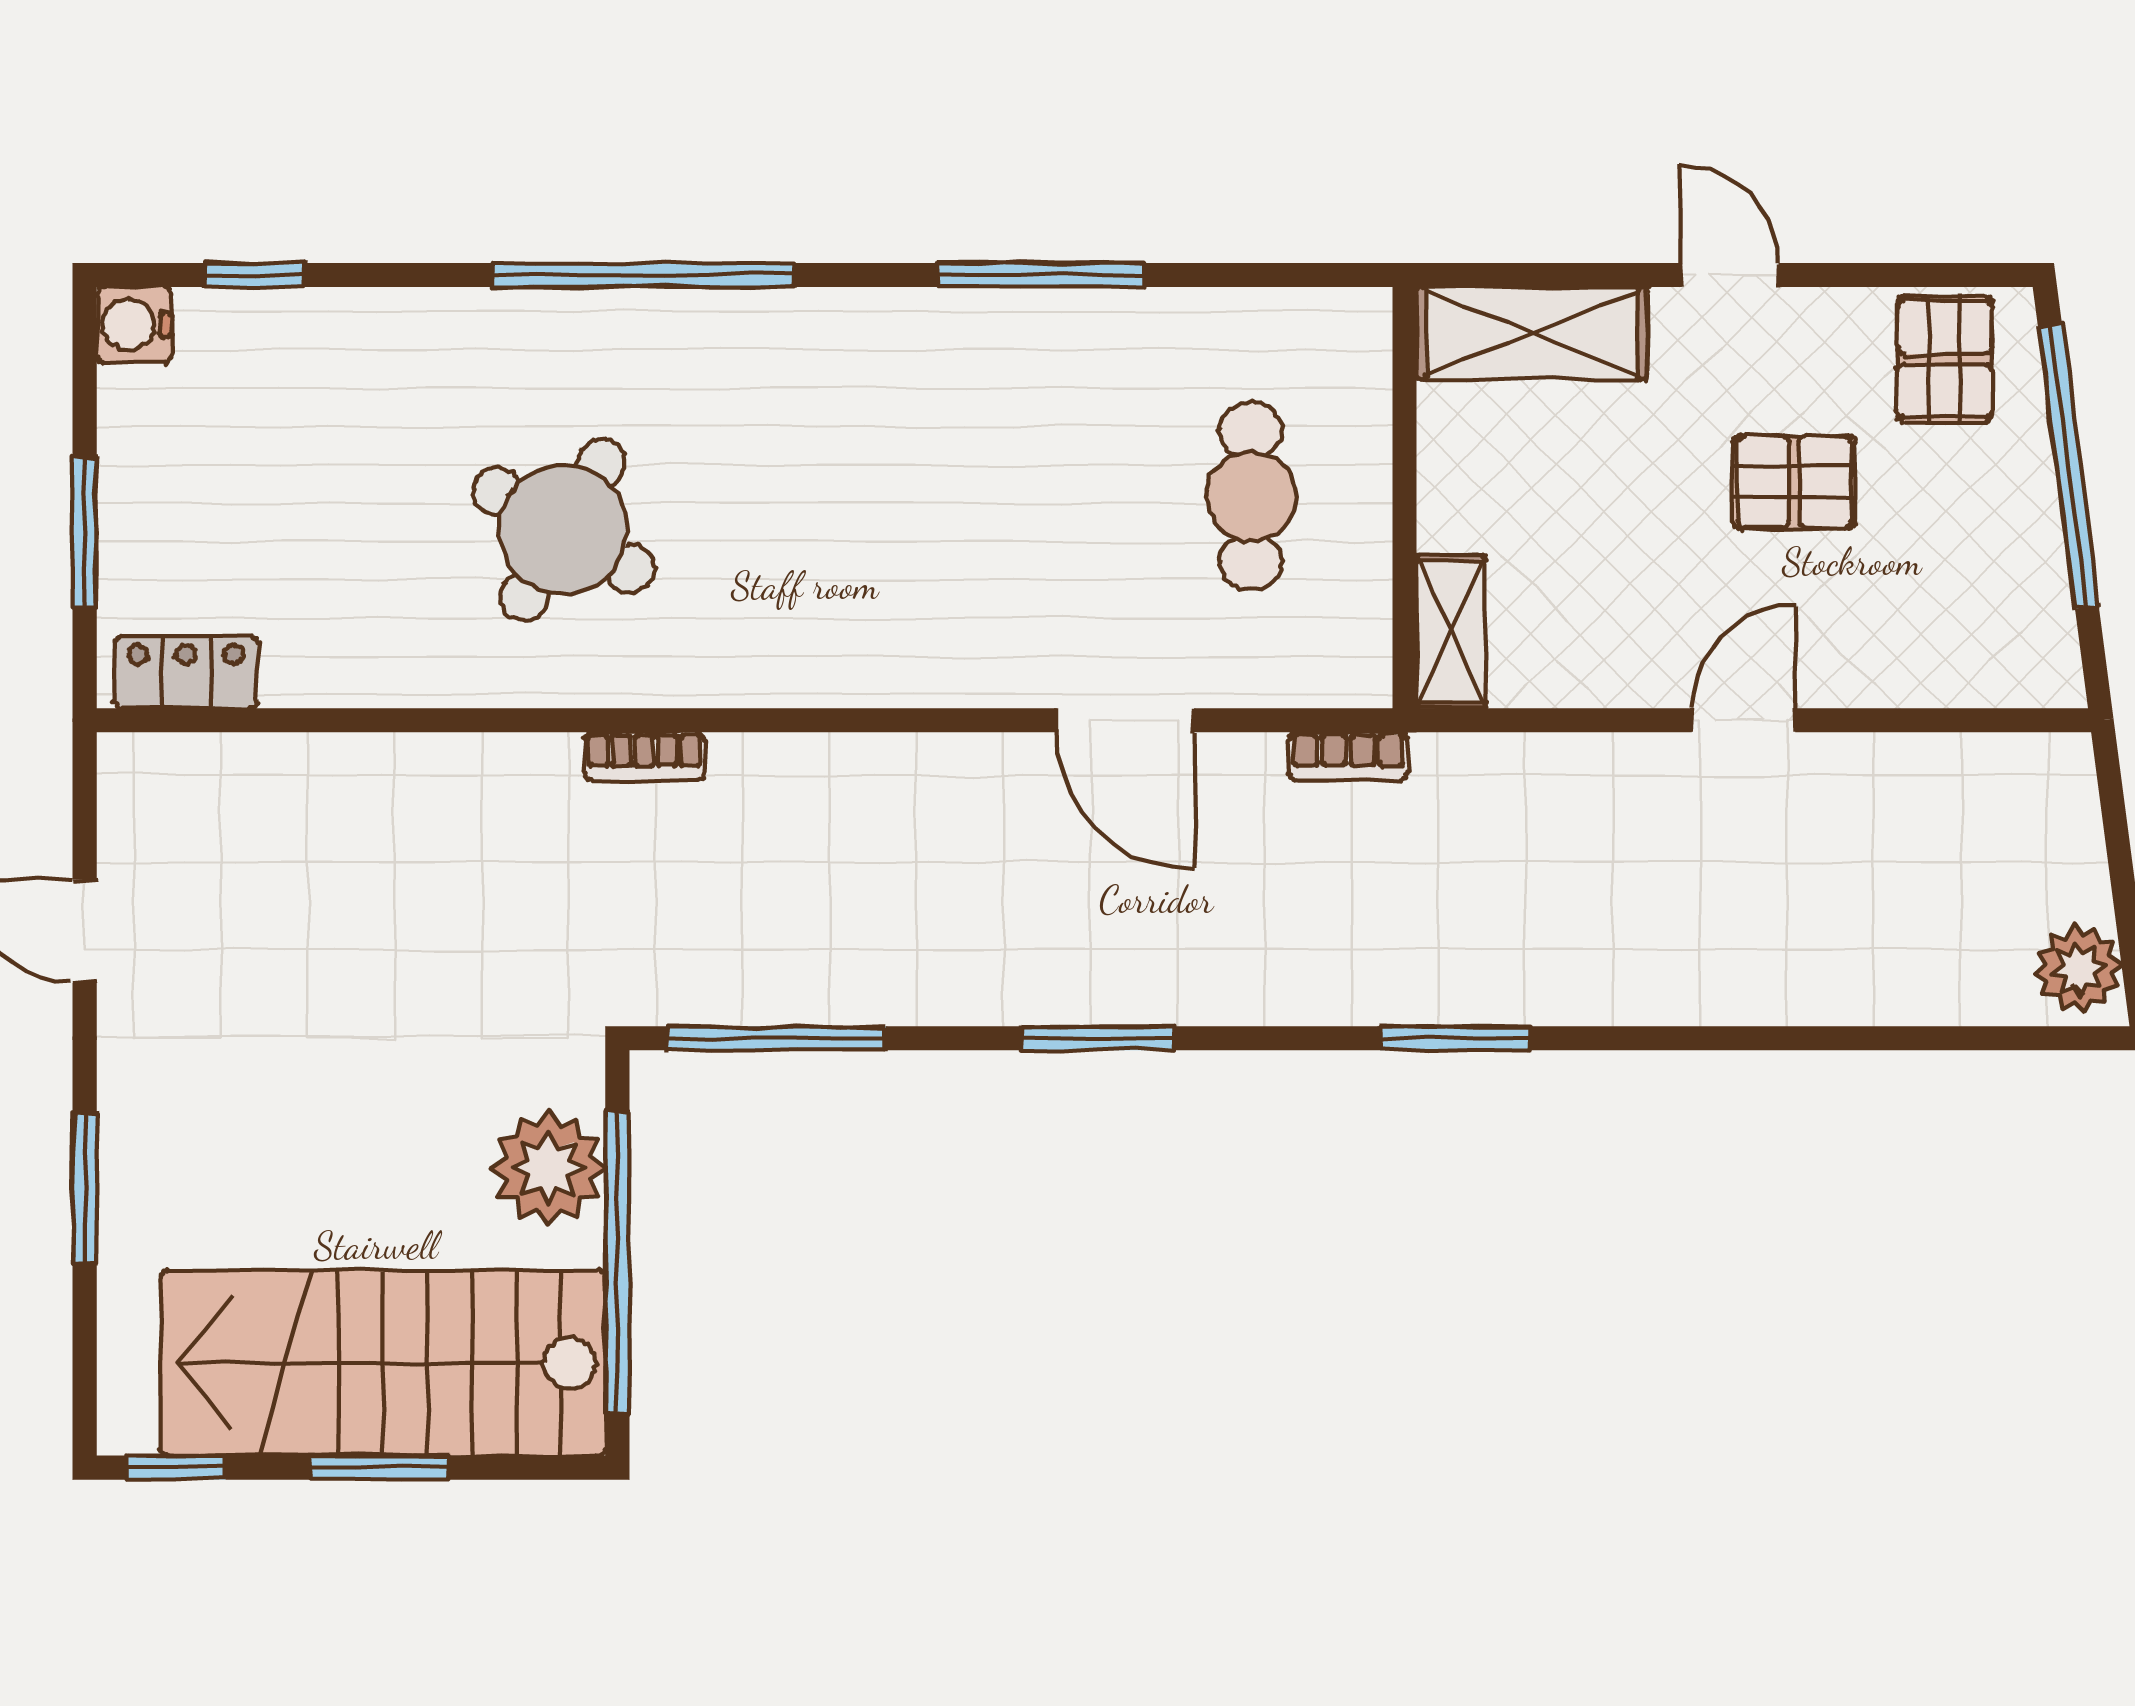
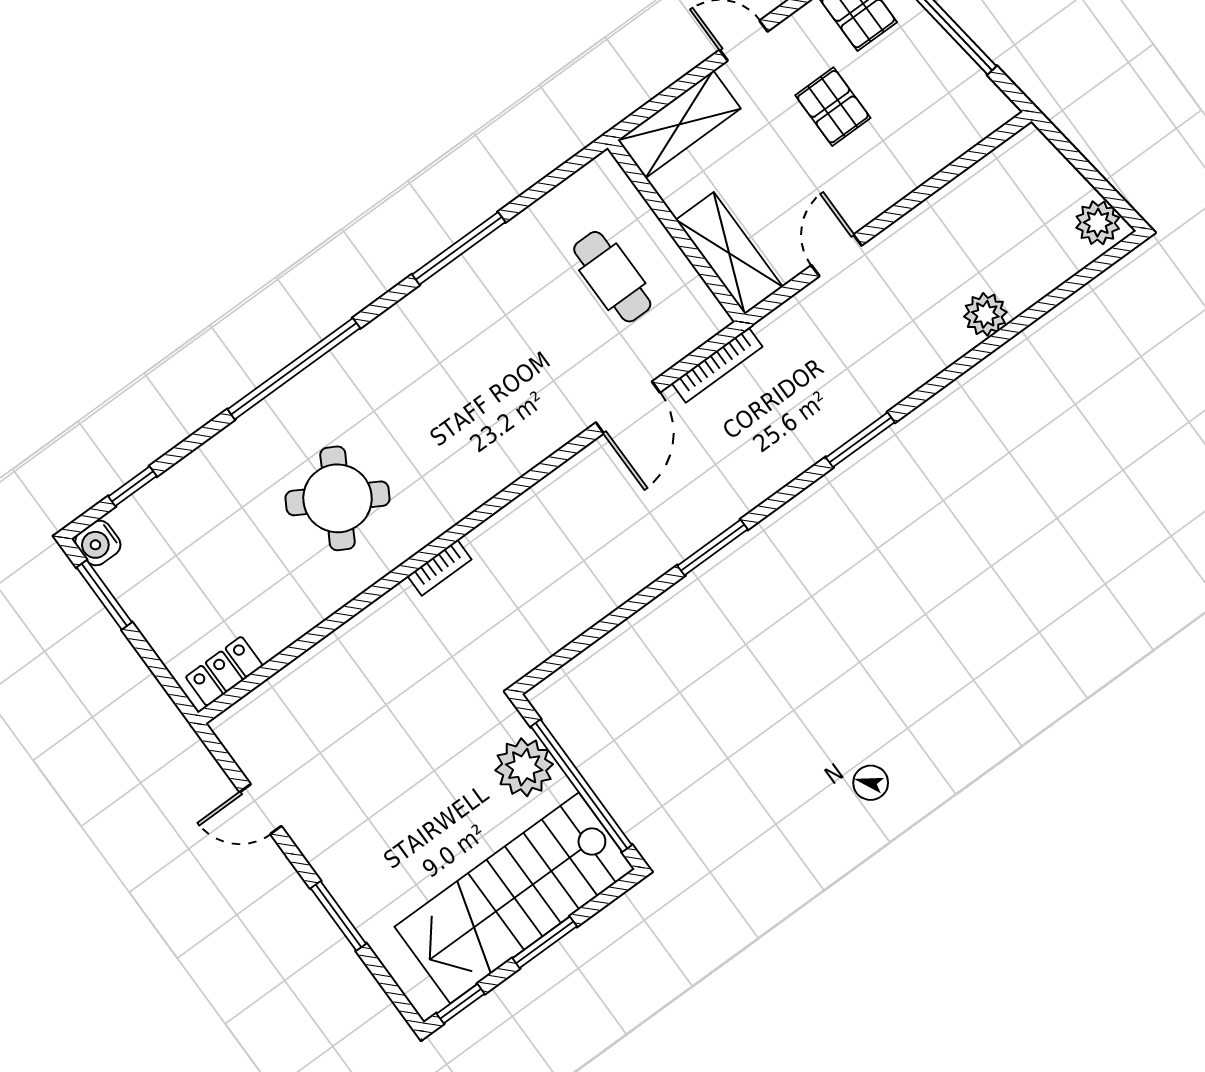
pallet: (1794, 482) -> (833, 107), turned 90
window: (85, 532) -> (104, 595), moved
shelving: (1451, 632) -> (729, 253), width x1.50, depth x1.33
door: (1125, 720) -> (628, 407), hinge flipped
door: (1744, 720) -> (836, 255), moved
bookcase: (1348, 756) -> (717, 365), width x1.56
plant: (1796, 984) -> (985, 314), added
window: (776, 1038) -> (579, 645), removed

